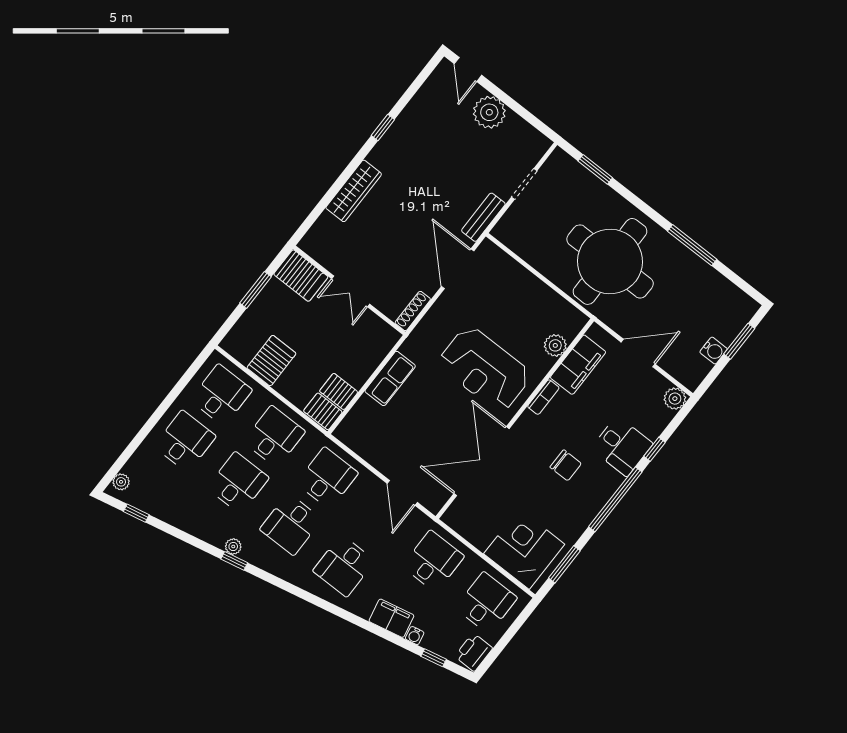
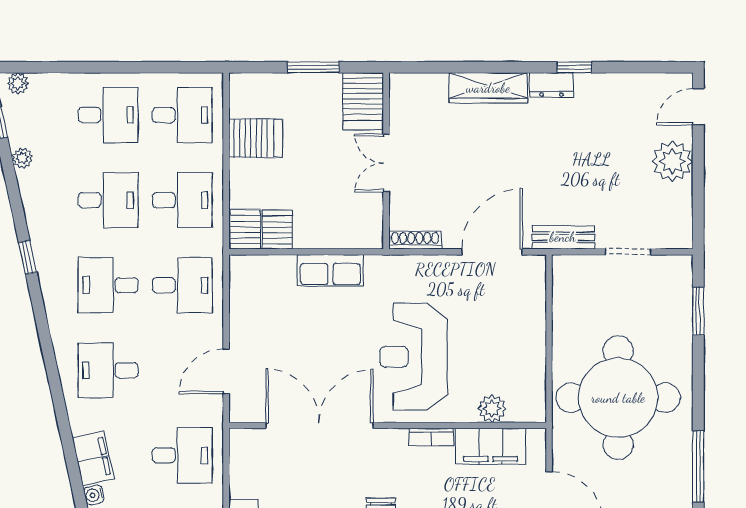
dresser: (383, 150) -> (551, 85), added
plant: (233, 547) -> (22, 158), moved

